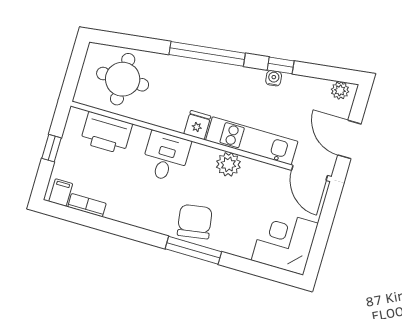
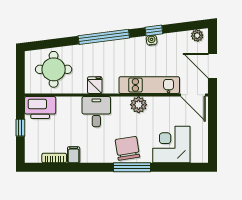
fridge: (197, 125) -> (95, 85), moved
printer: (106, 133) -> (40, 107), moved
filing cabinet: (61, 193) -> (74, 155), moved
corner desk: (285, 242) -> (171, 144), moved

